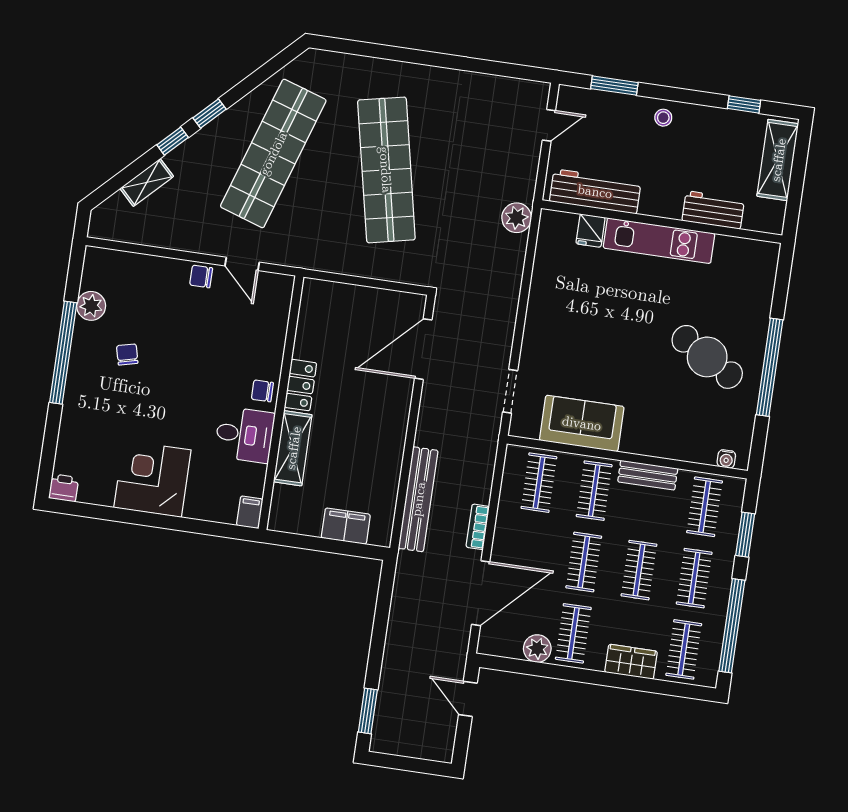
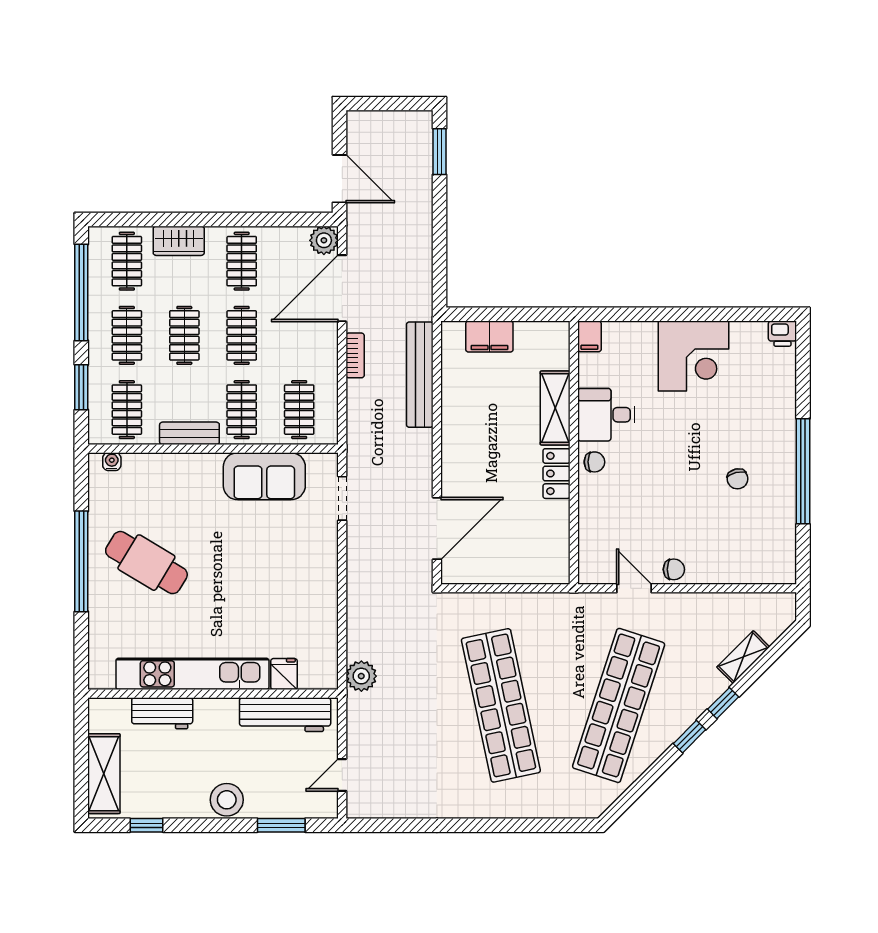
stool: (663, 118) -> (227, 800), width x1.89, depth x1.89
kitchen unit: (659, 241) -> (192, 674), width x1.36
plant: (91, 306) -> (782, 523), removed
plant: (537, 649) -> (324, 240), moved
door: (468, 699) -> (339, 179), width x1.38

